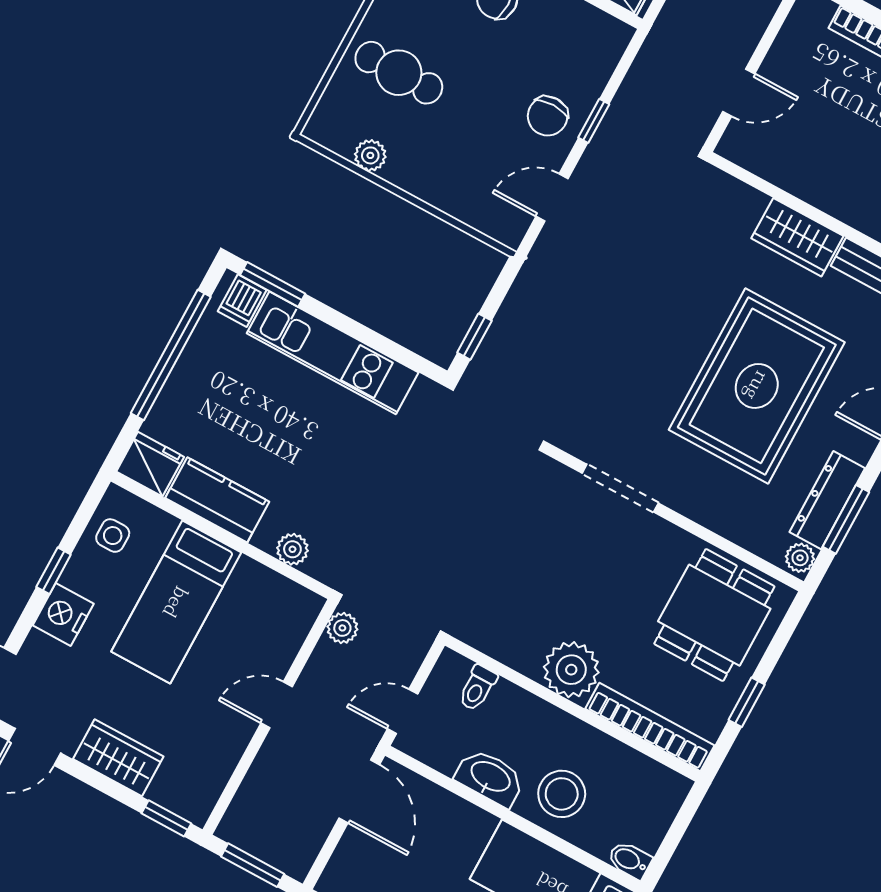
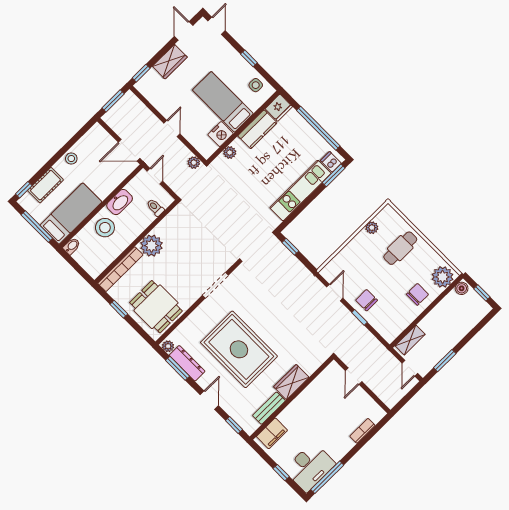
nightstand: (63, 615) -> (221, 134), moved, turned 90

